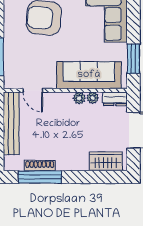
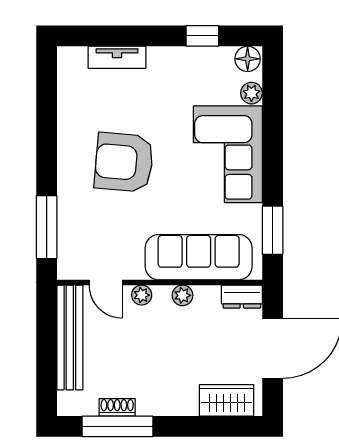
plant: (93, 98) -> (142, 295), moved
shoe rack: (40, 166) -> (117, 407), width x0.70

